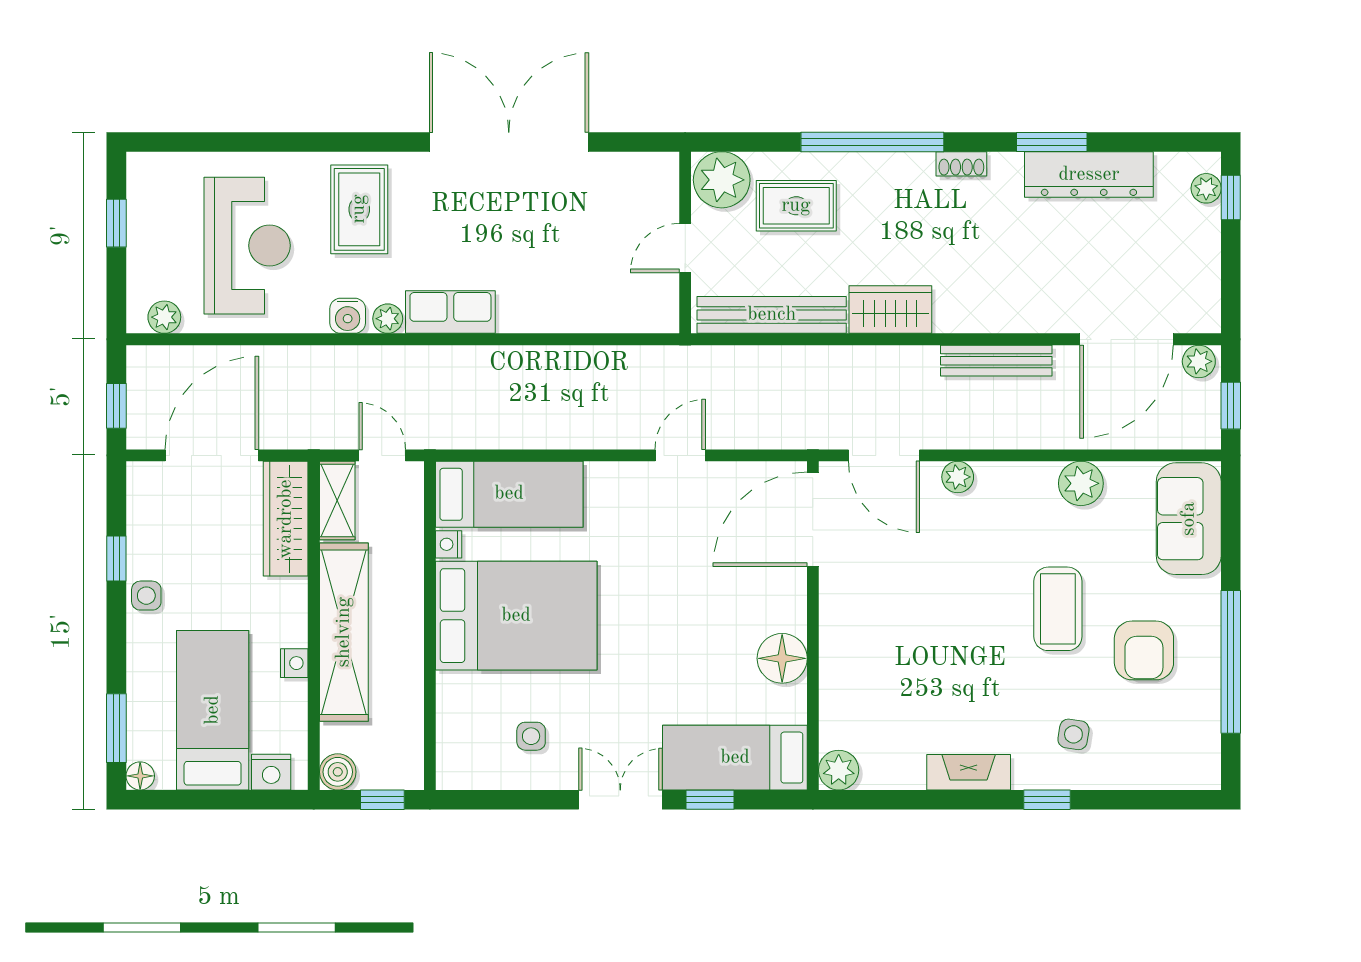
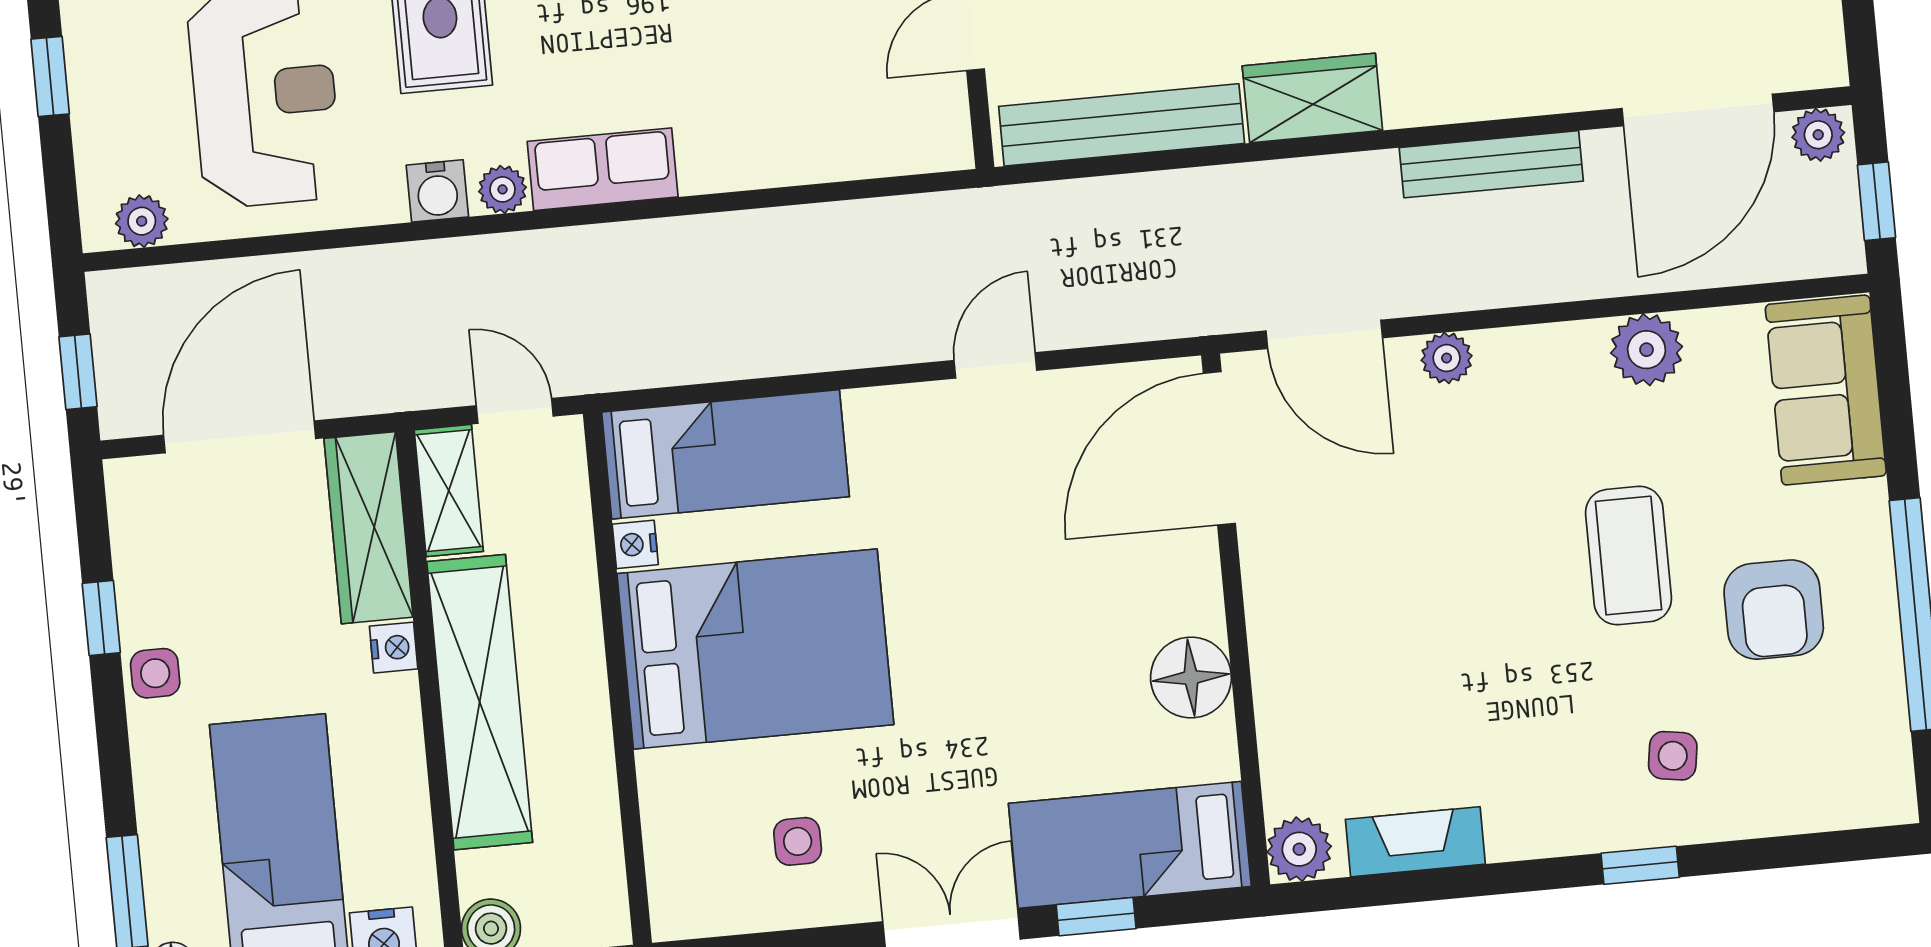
nightstand: (294, 663) -> (394, 648), moved
fireplace: (969, 772) -> (1415, 842), moved

